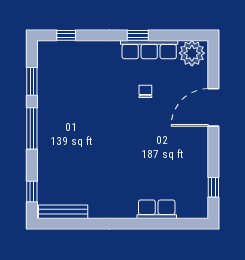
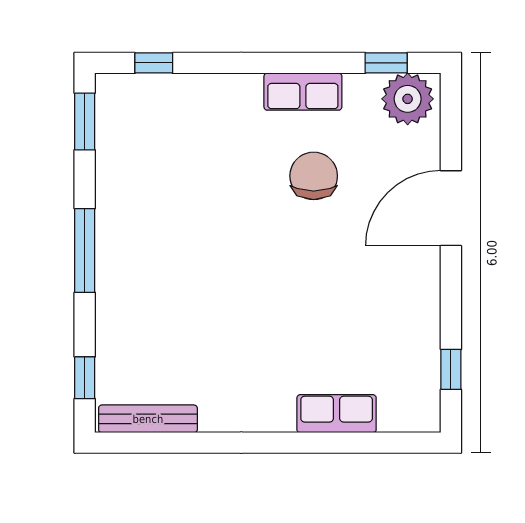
window: (138, 35) -> (386, 63), moved
row of seats: (149, 50) -> (303, 92), width x0.68
window: (32, 81) -> (85, 122), moved
chair: (145, 91) -> (314, 176), width x1.87, depth x1.87

